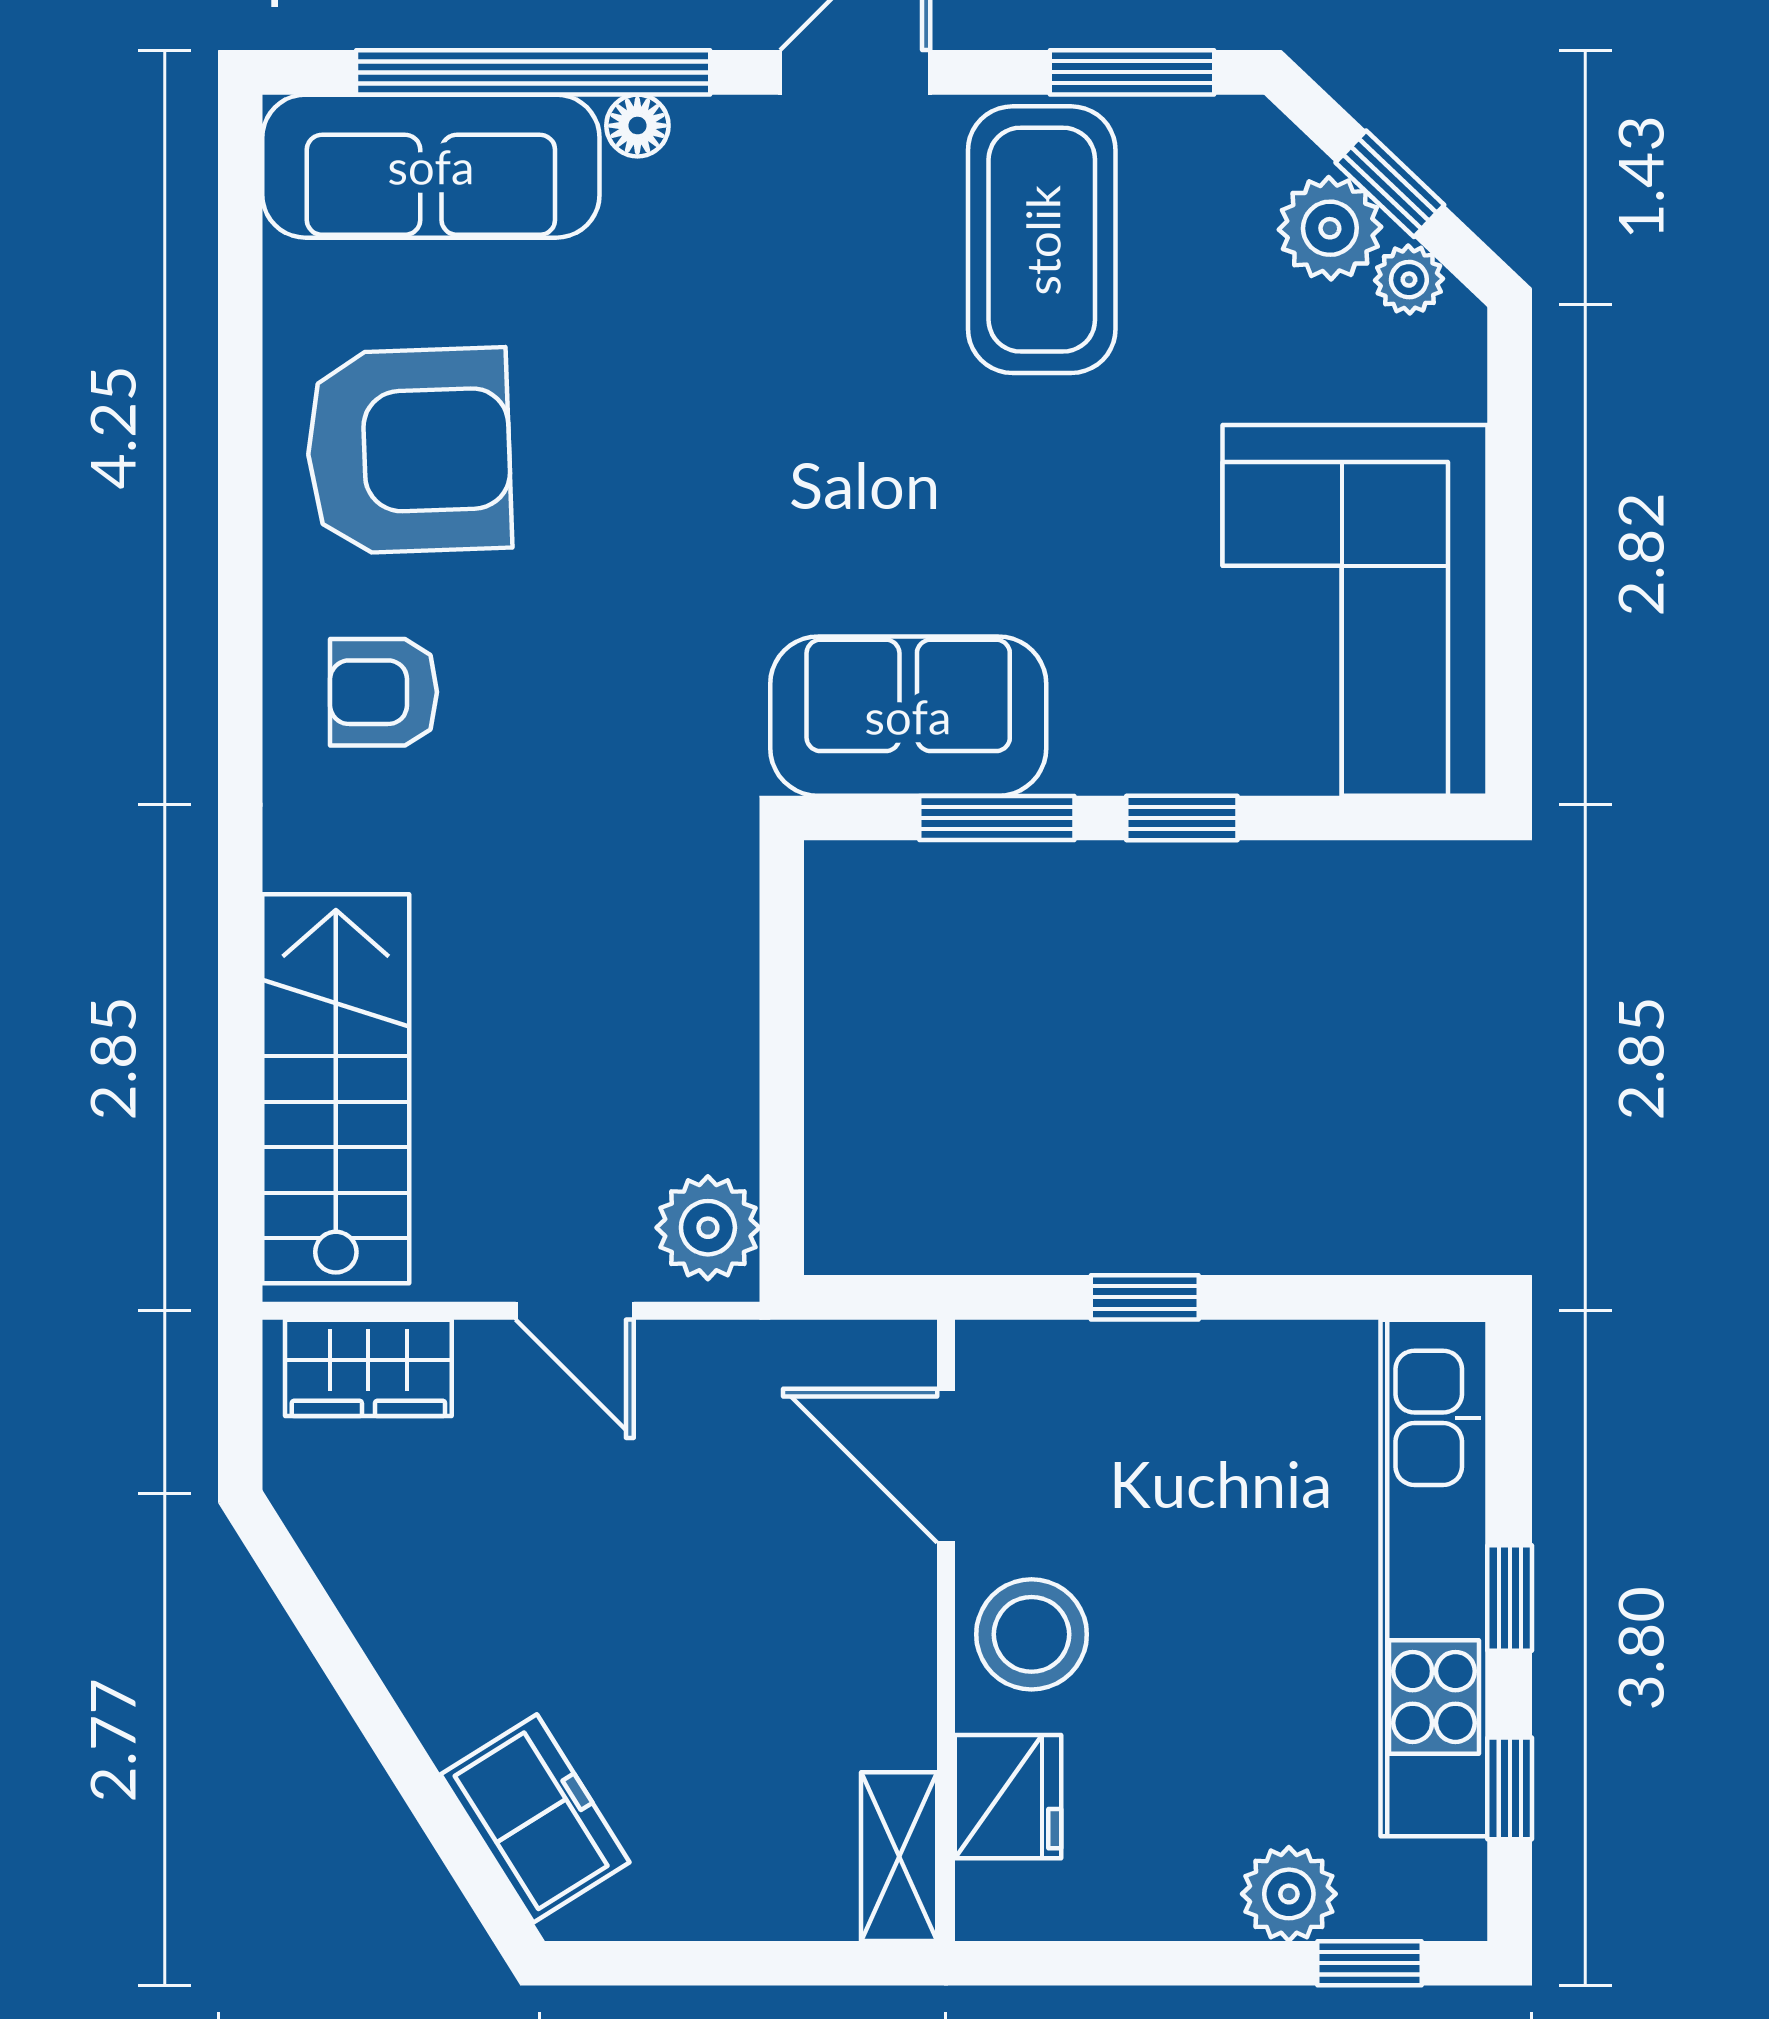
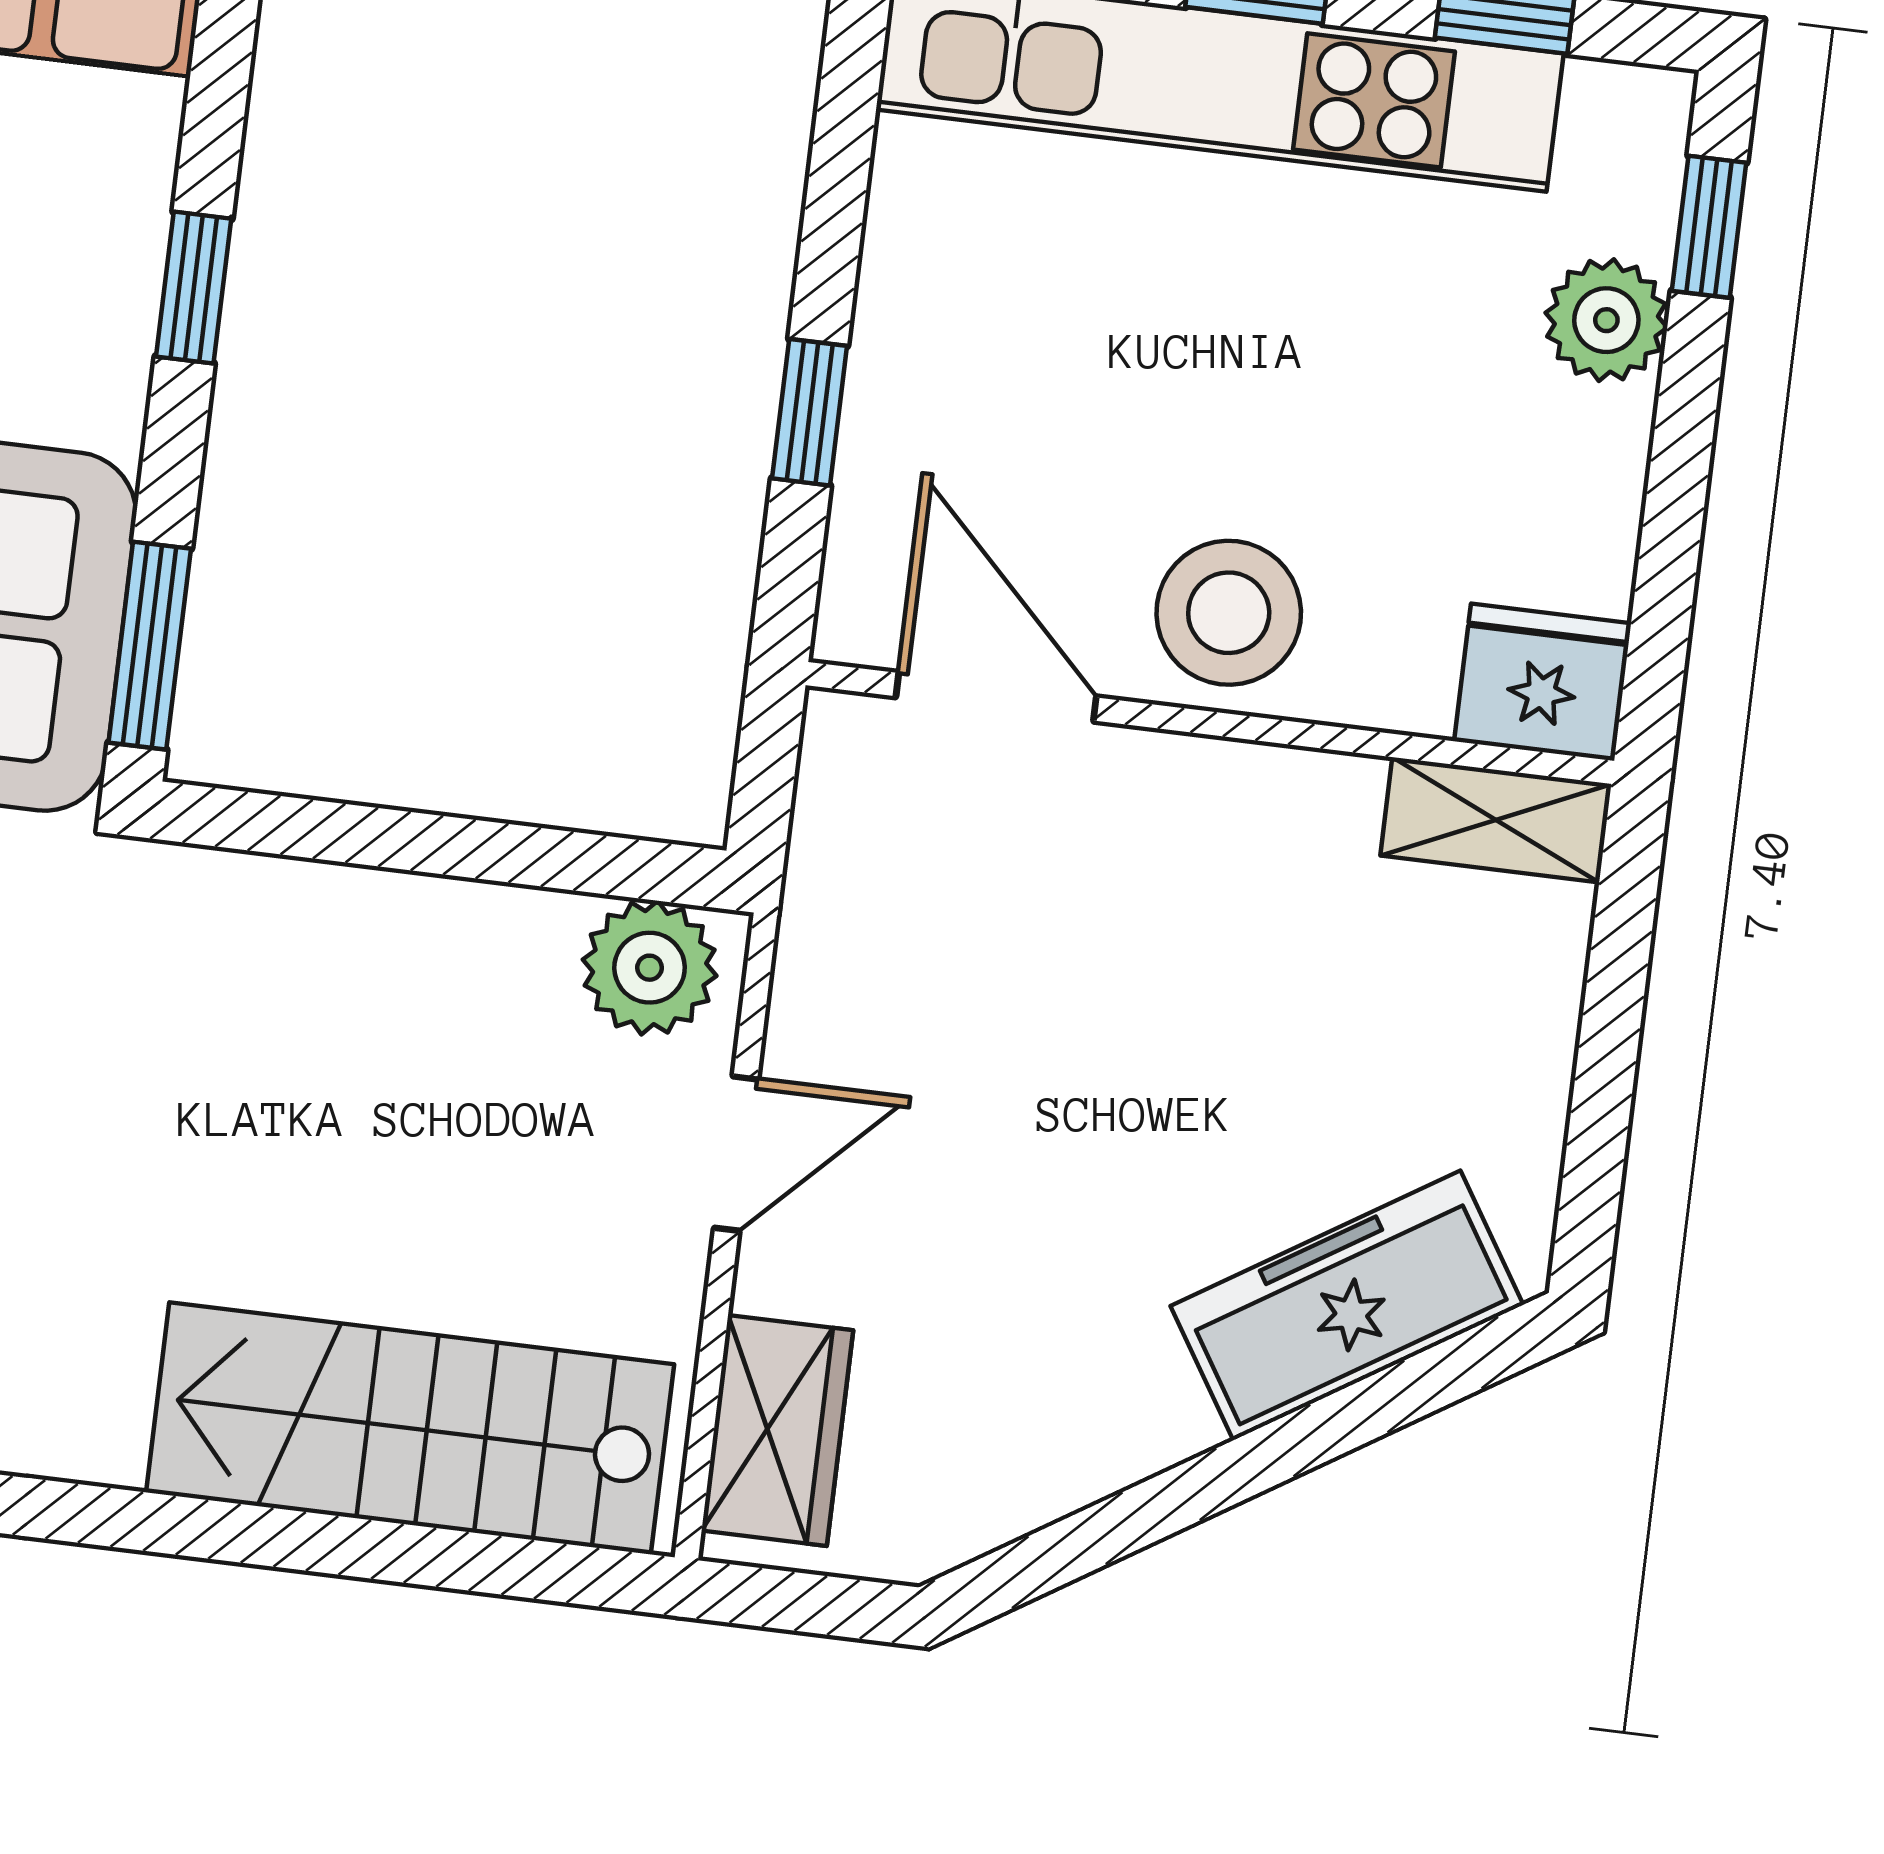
window: (997, 818) -> (150, 646), moved
door: (946, 1466) -> (996, 697), swing flipped
fridge: (1008, 1797) -> (1543, 682), moved
freezer: (535, 1818) -> (1347, 1305), width x1.40

